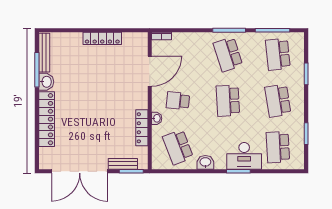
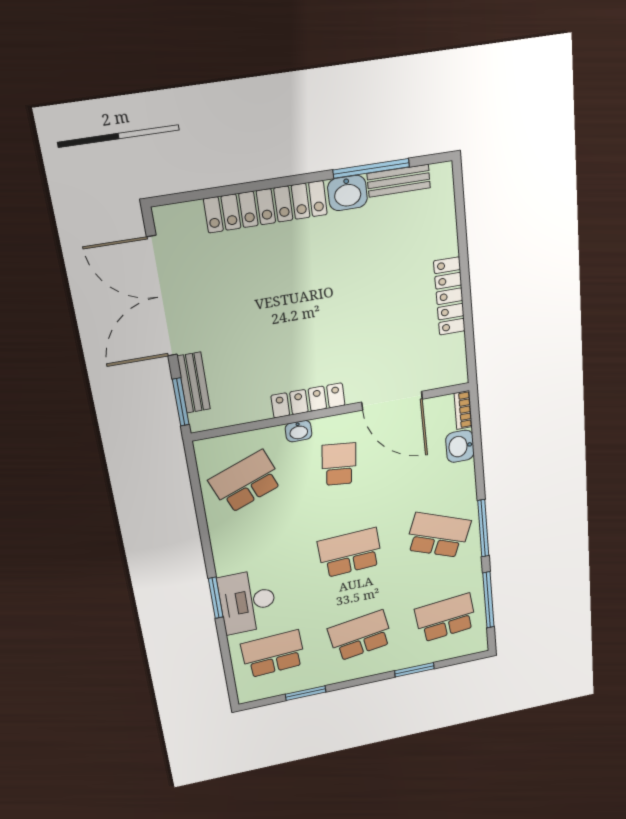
bench: (44, 53) -> (399, 181), width x0.73
school desk: (228, 54) -> (438, 535), turned 39
locker: (142, 128) -> (308, 400), moved
washbasin: (205, 162) -> (460, 446), moved, turned 180

